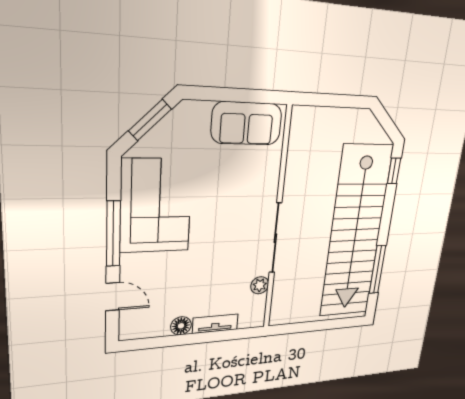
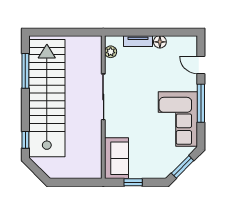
window: (241, 95) -> (133, 182), added
sofa: (247, 123) -> (117, 158), moved, turned 90
plant: (260, 285) -> (111, 52), moved

